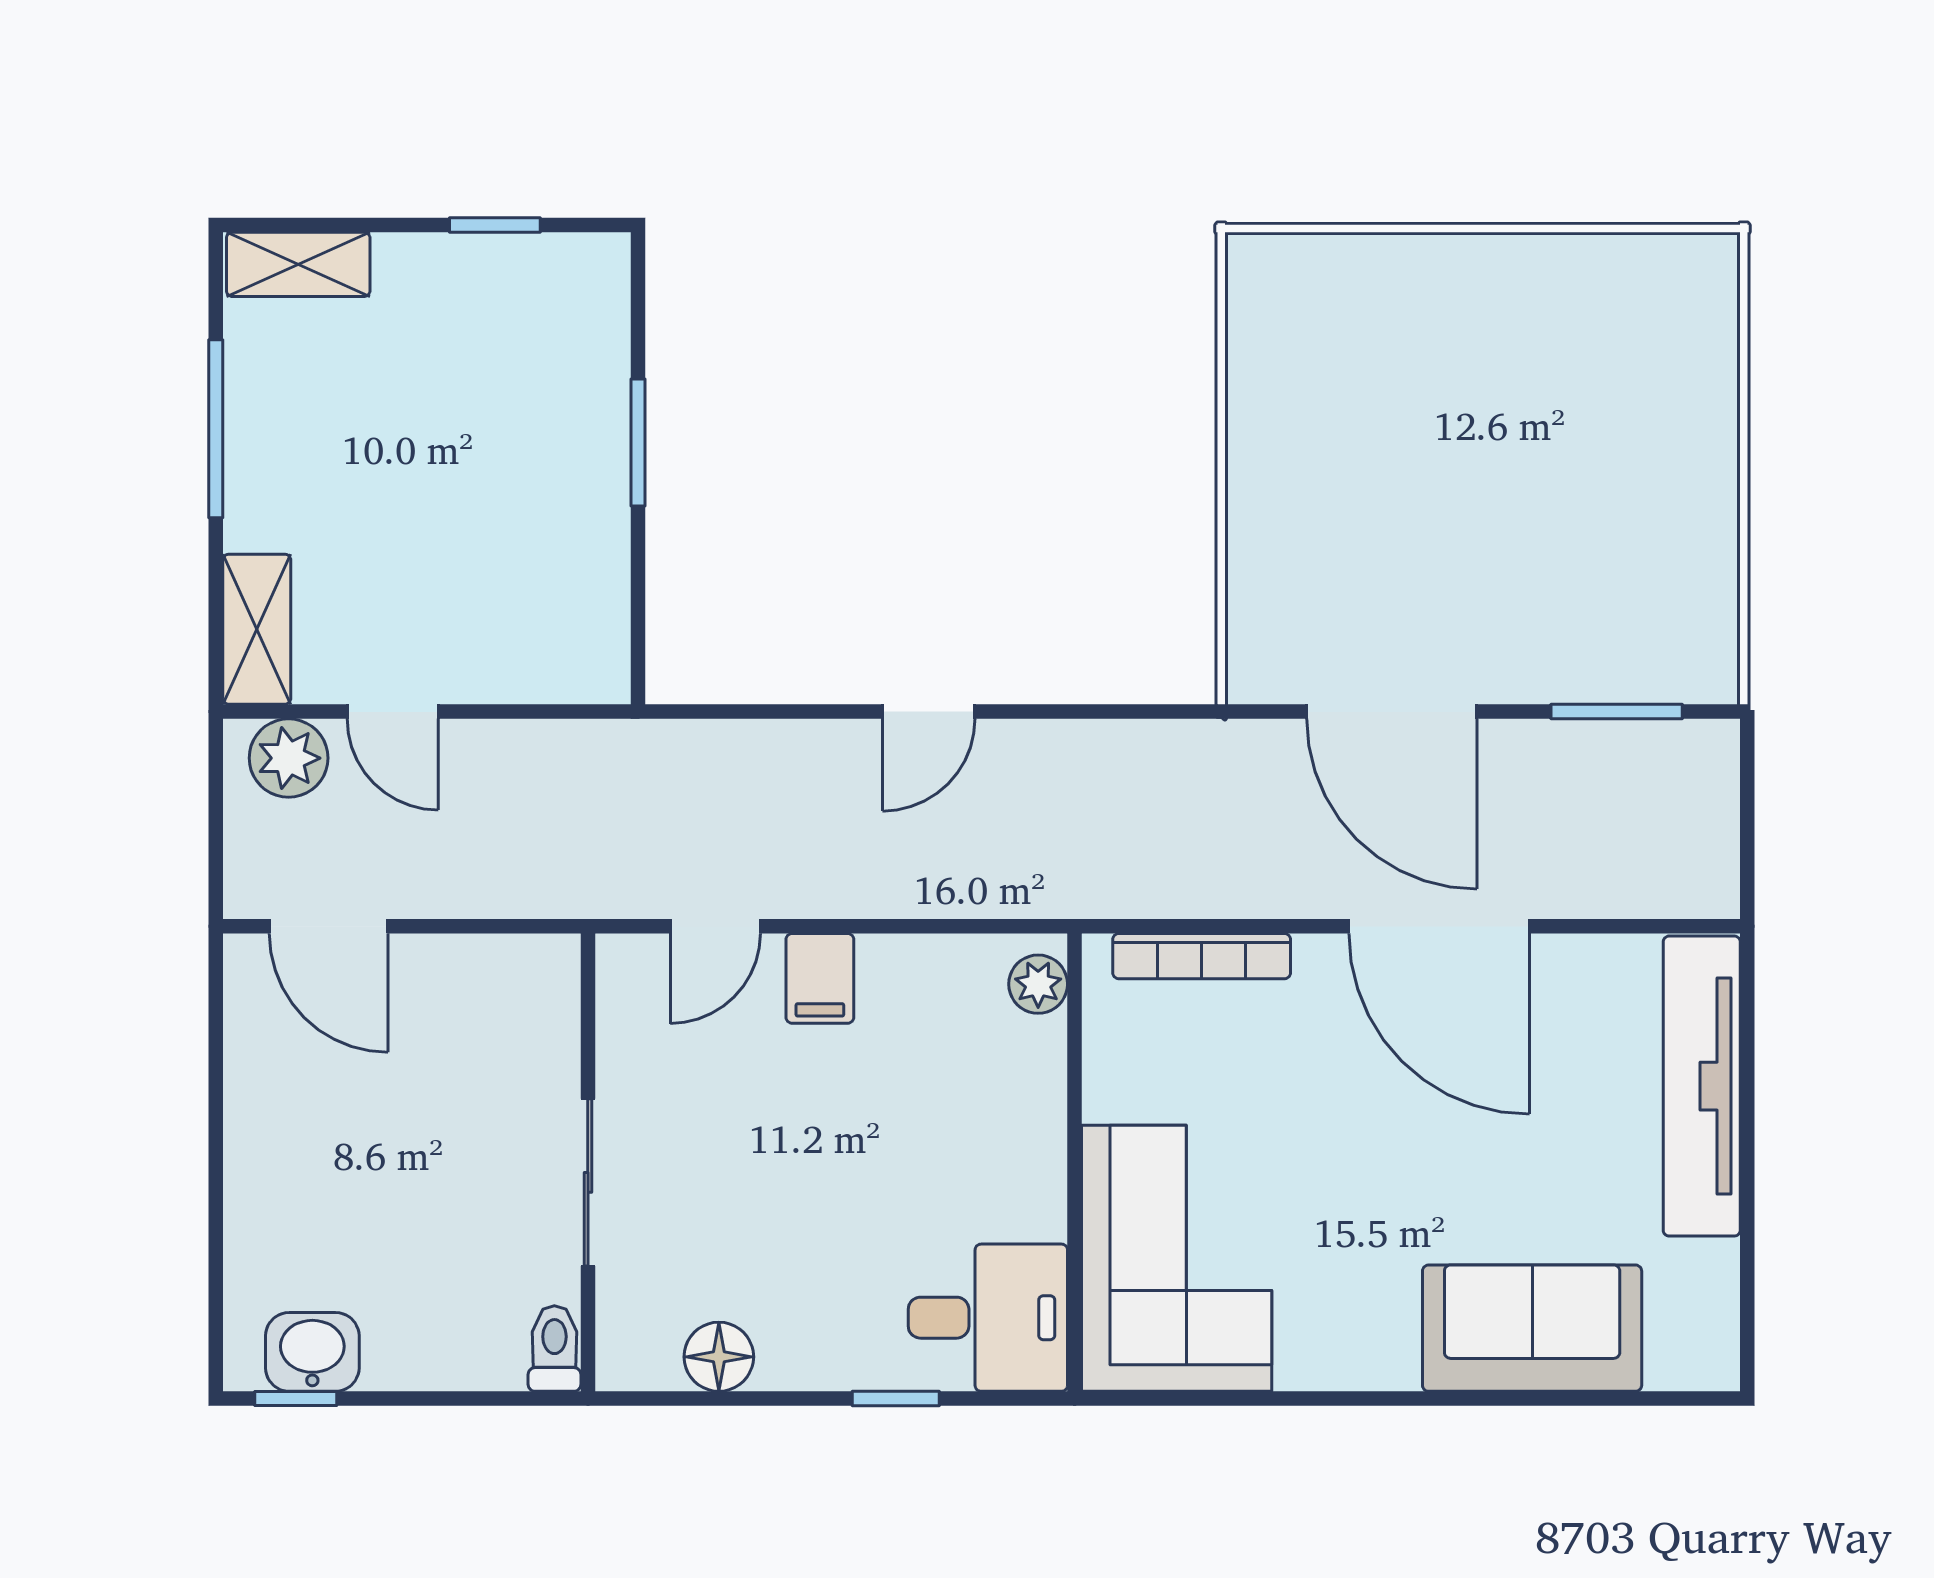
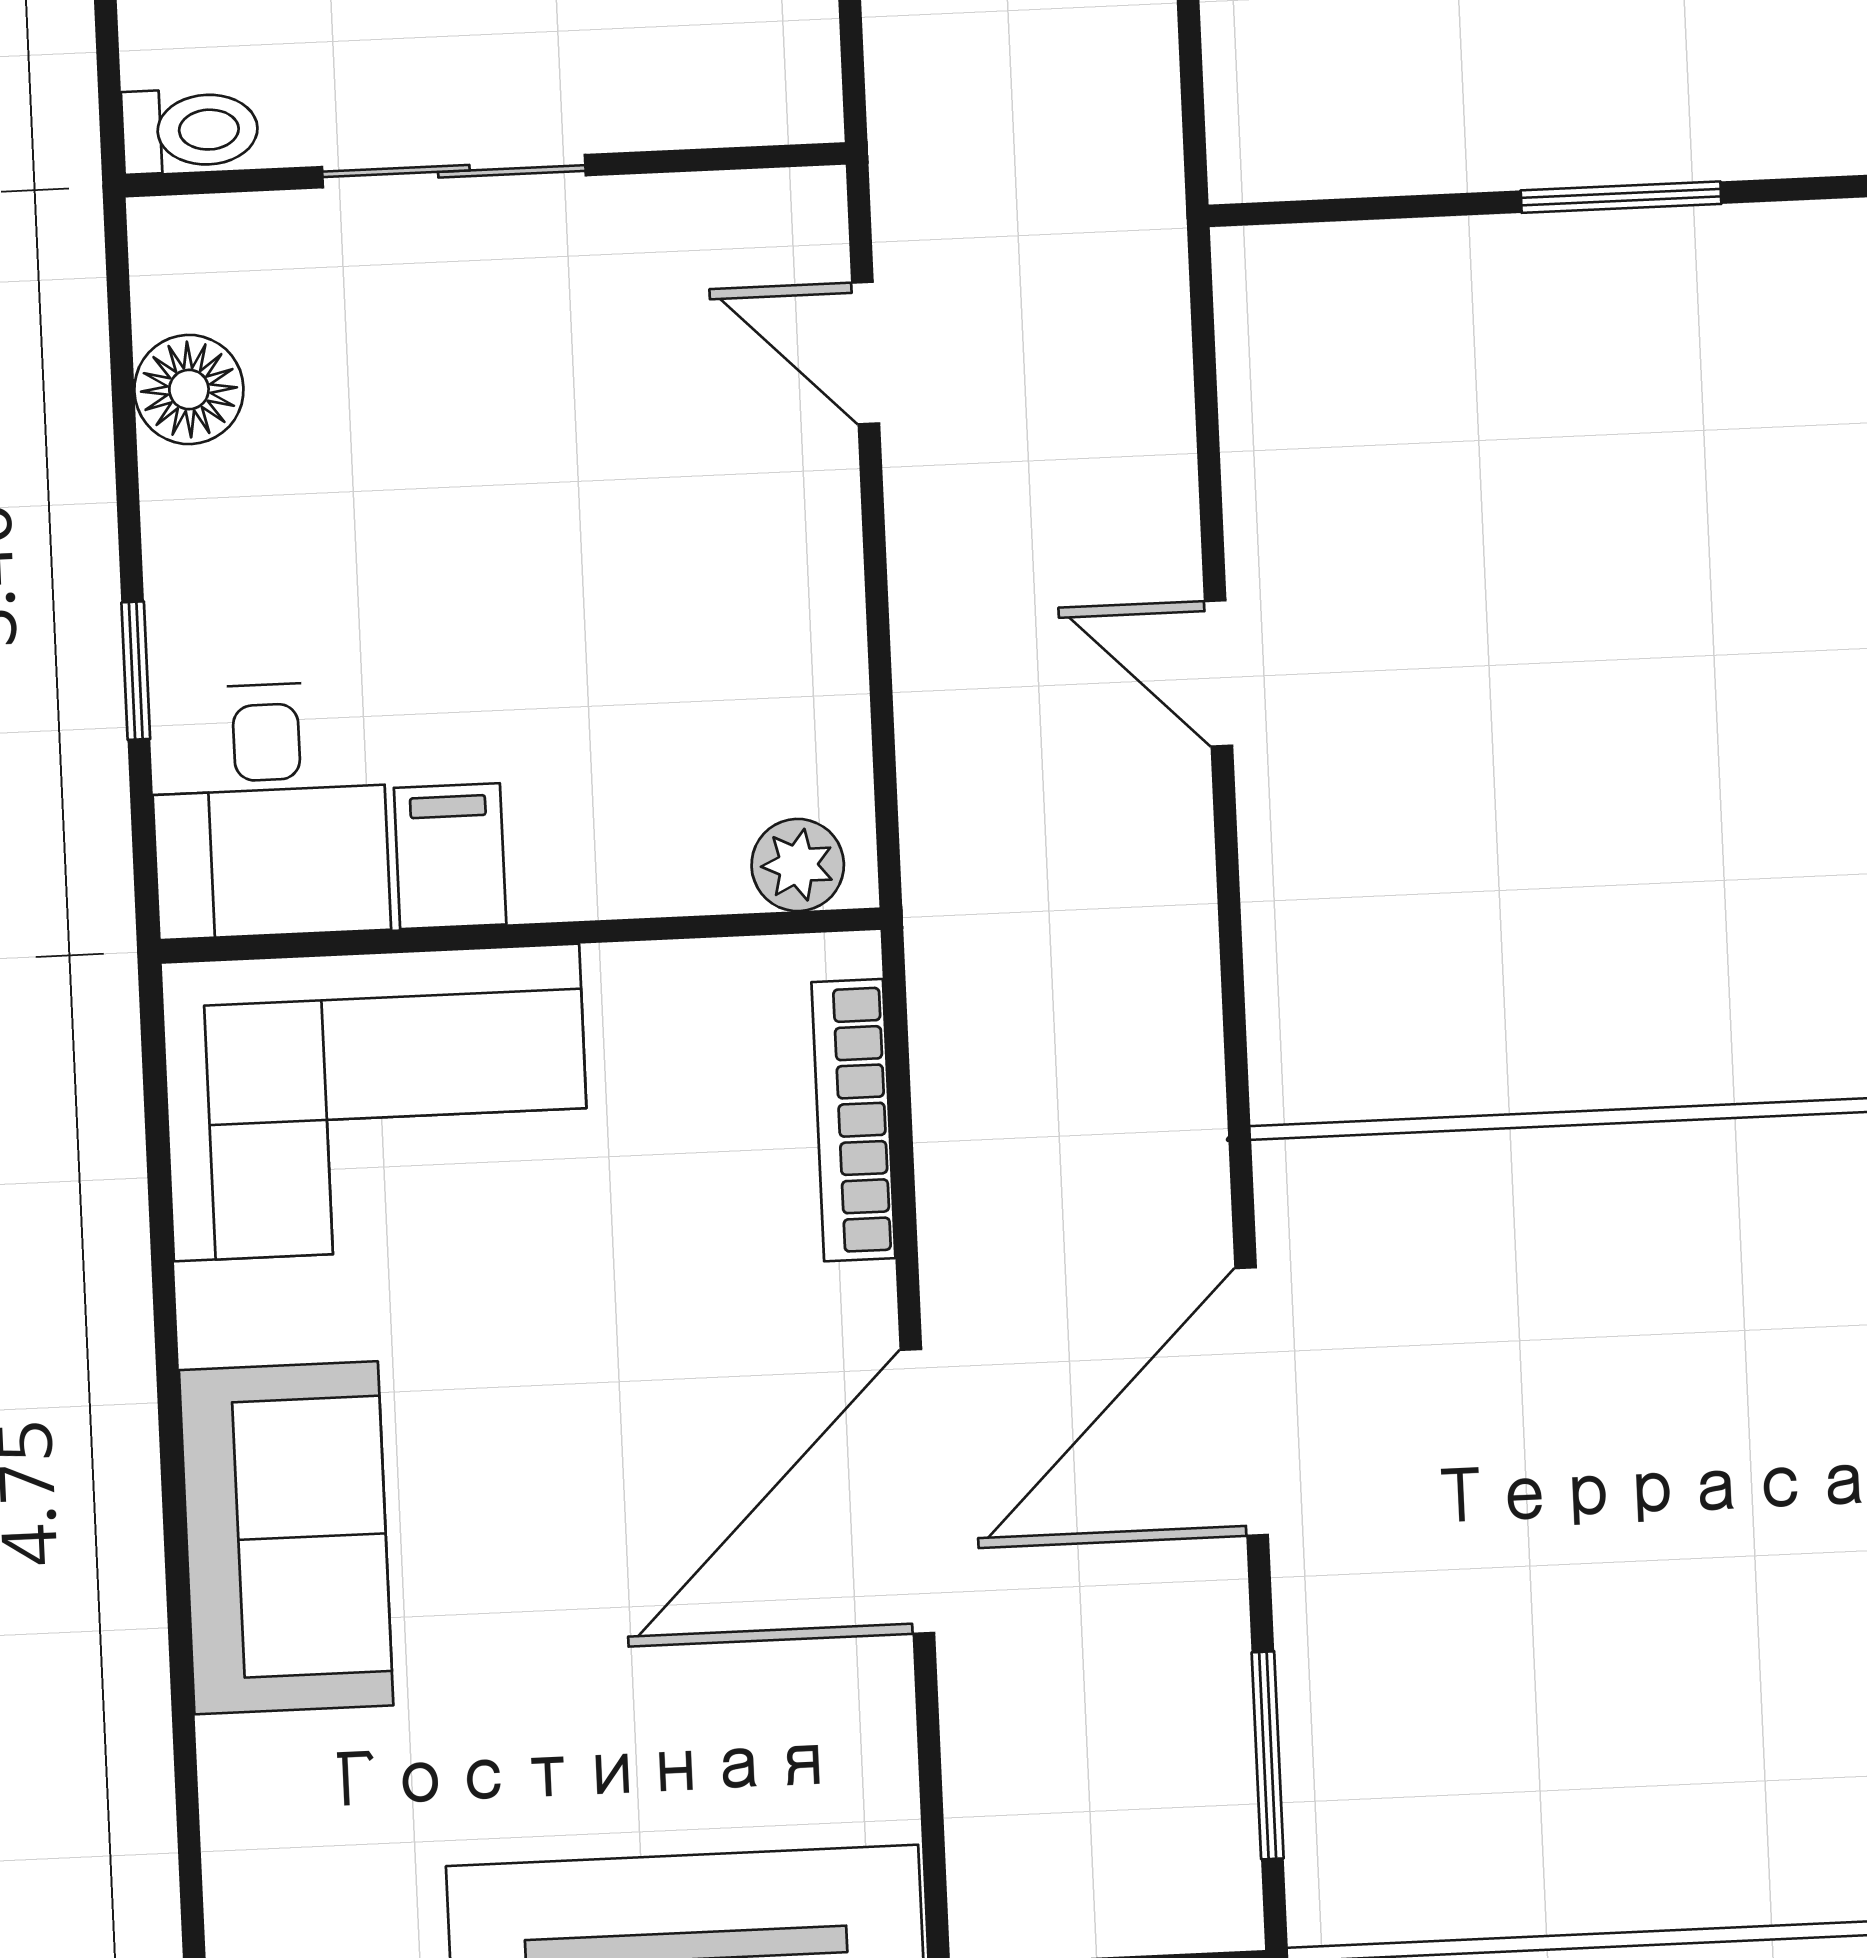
filing cabinet: (820, 978) -> (450, 856), moved, turned 90
sofa: (1532, 1328) -> (286, 1538), moved

